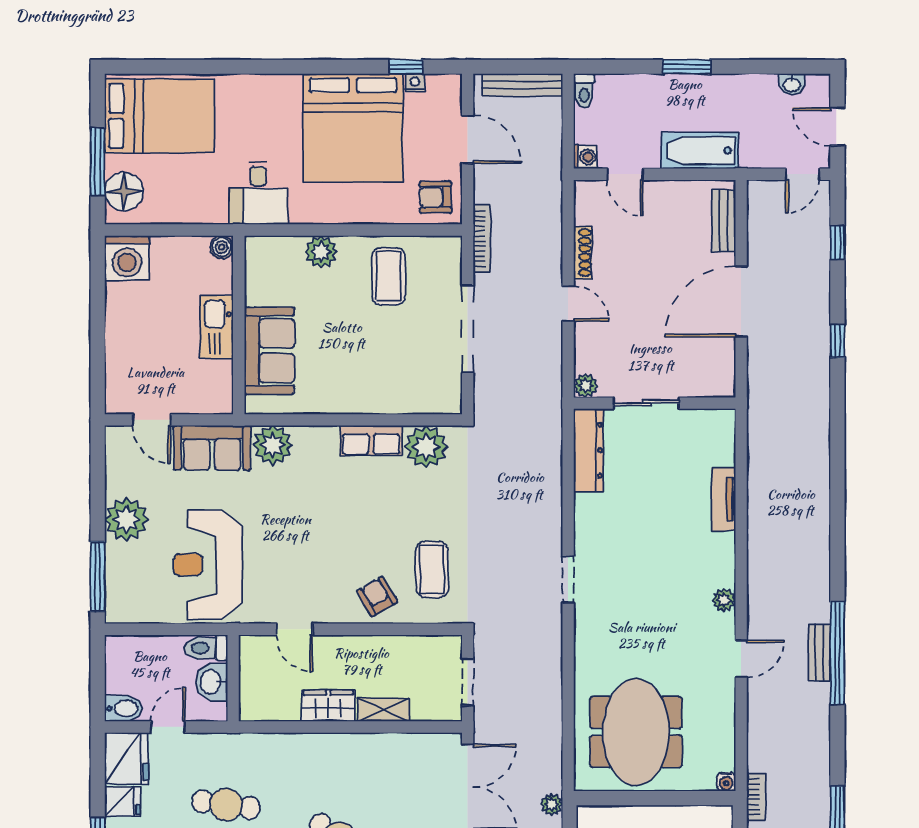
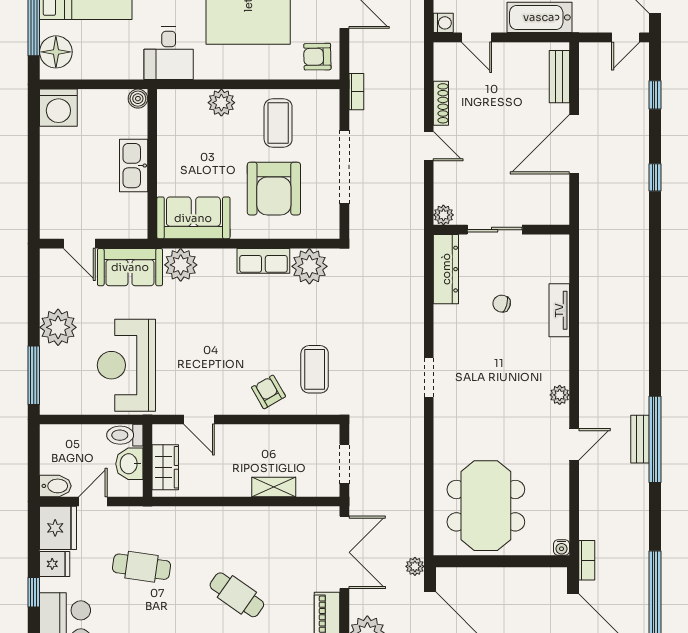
bookcase: (482, 239) -> (356, 92), width x0.64
sofa: (269, 351) -> (193, 218), moved, turned -90
armchair: (384, 354) -> (274, 189), added
chair: (655, 491) -> (502, 304), added
wardrobe: (328, 706) -> (165, 467), moved, turned 90

